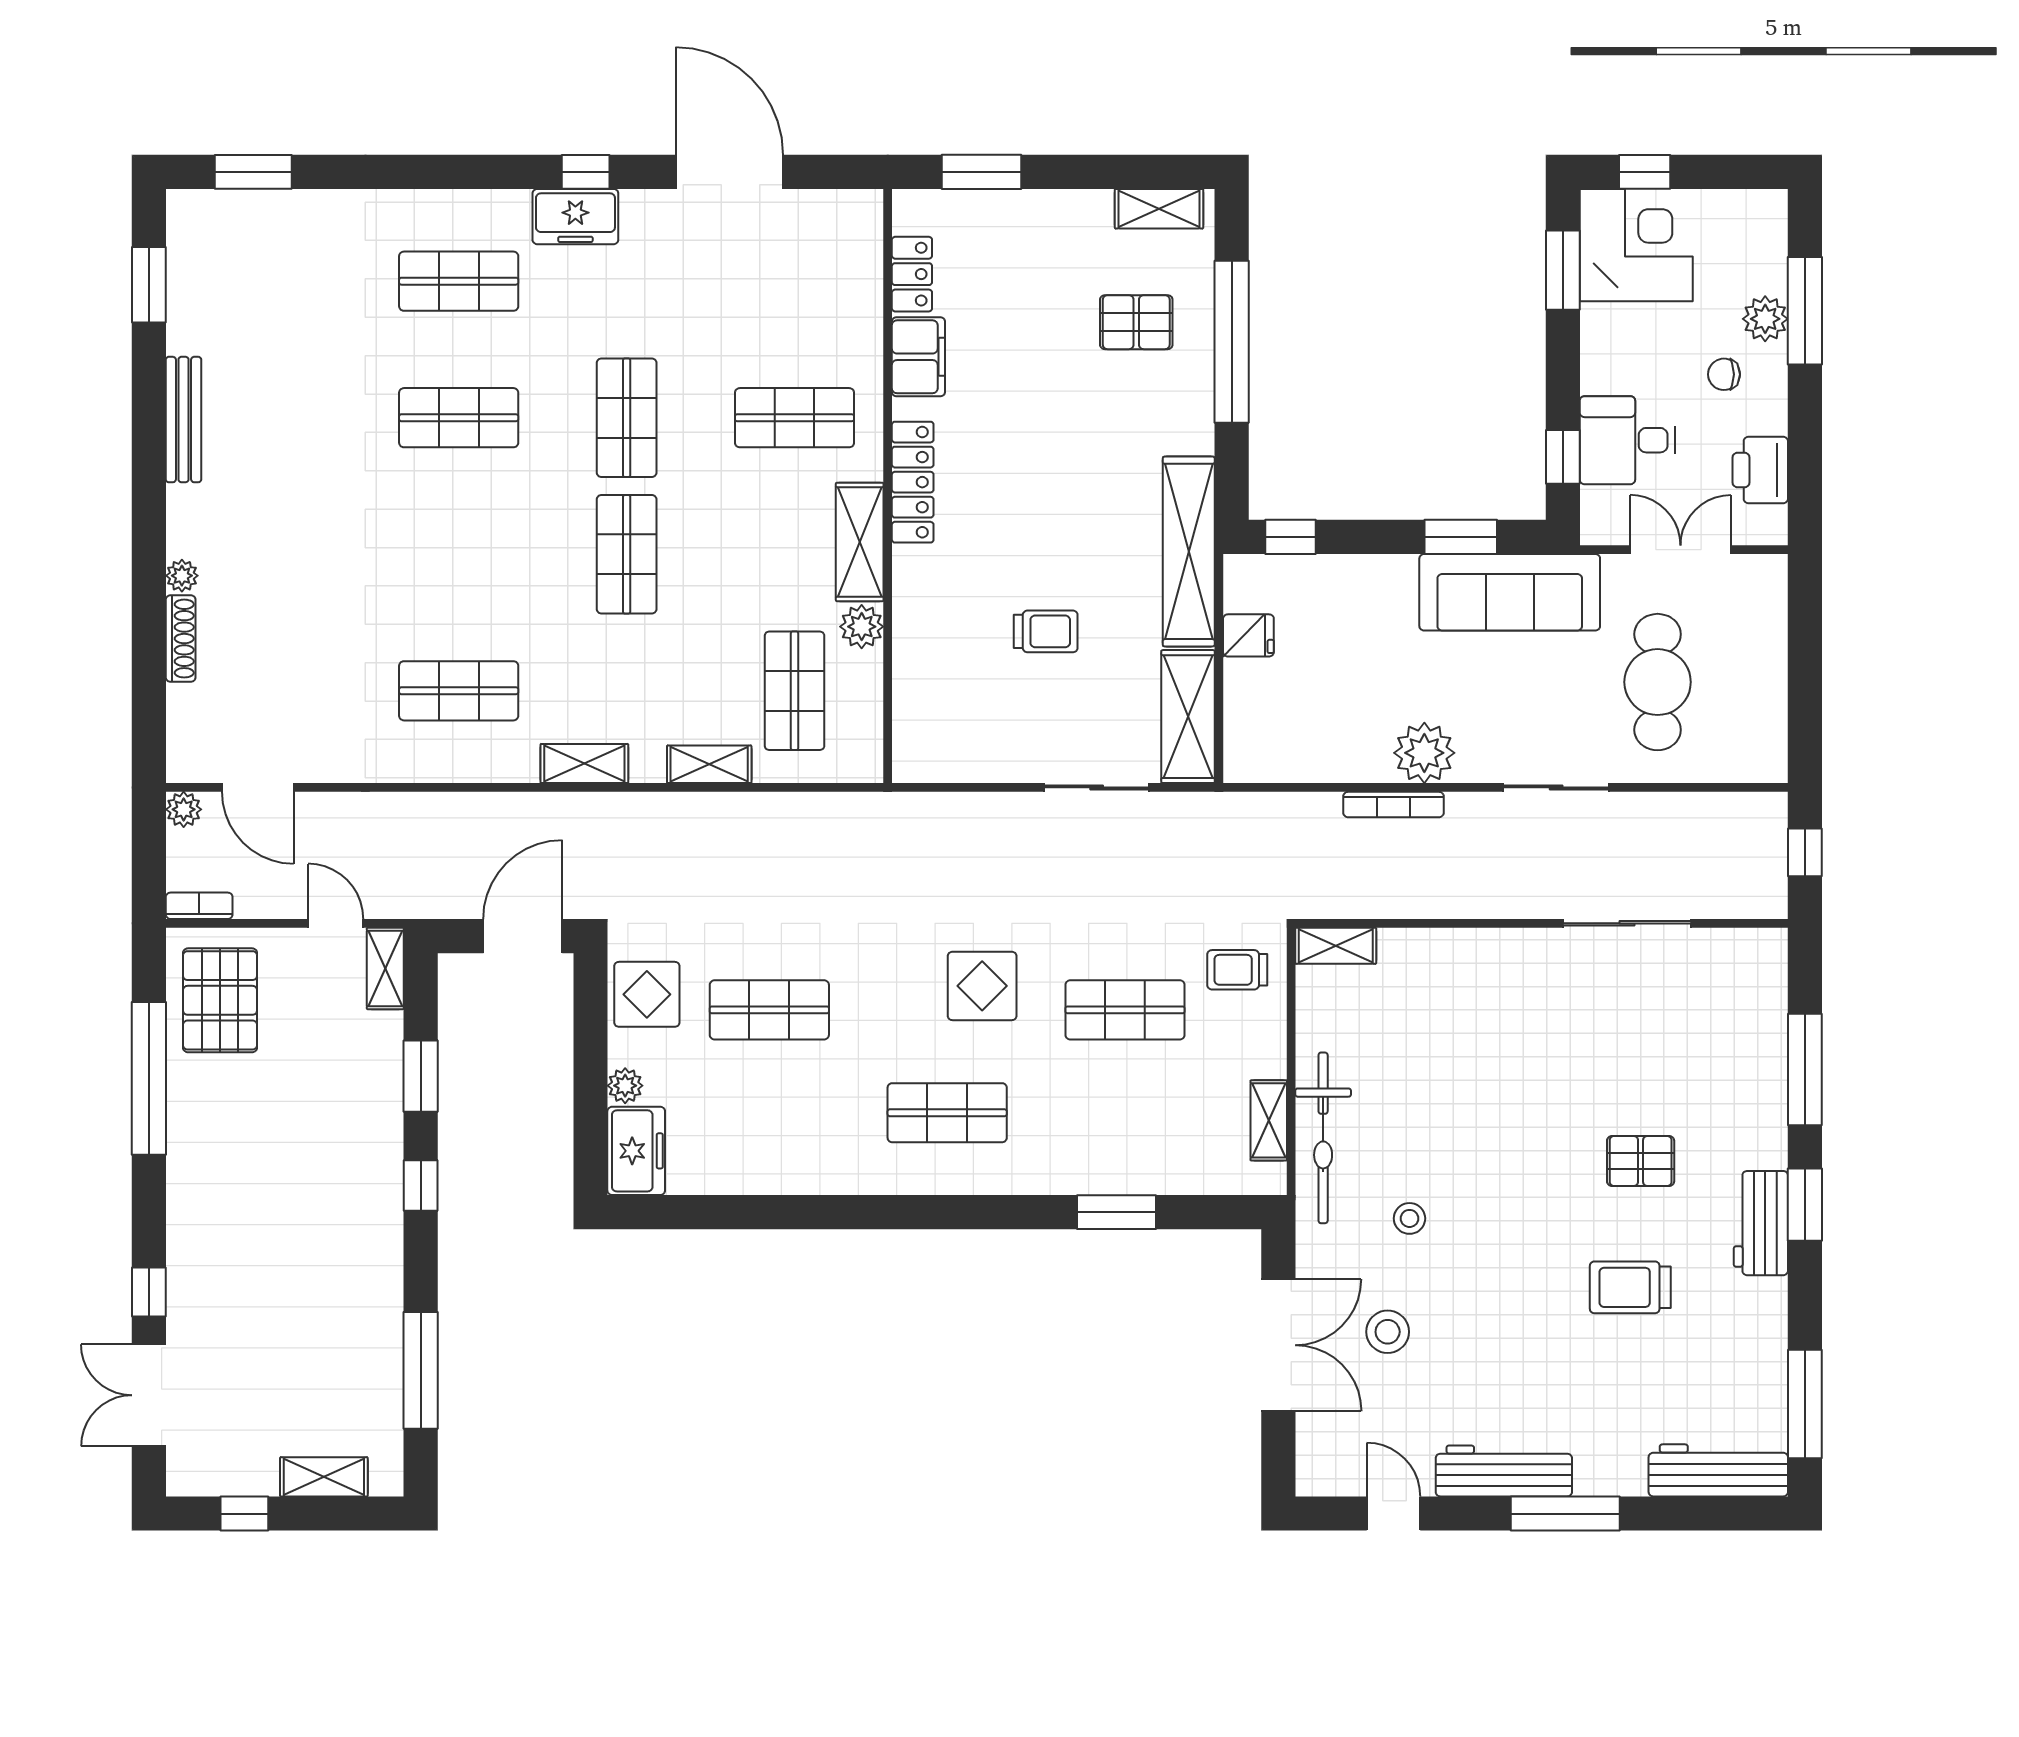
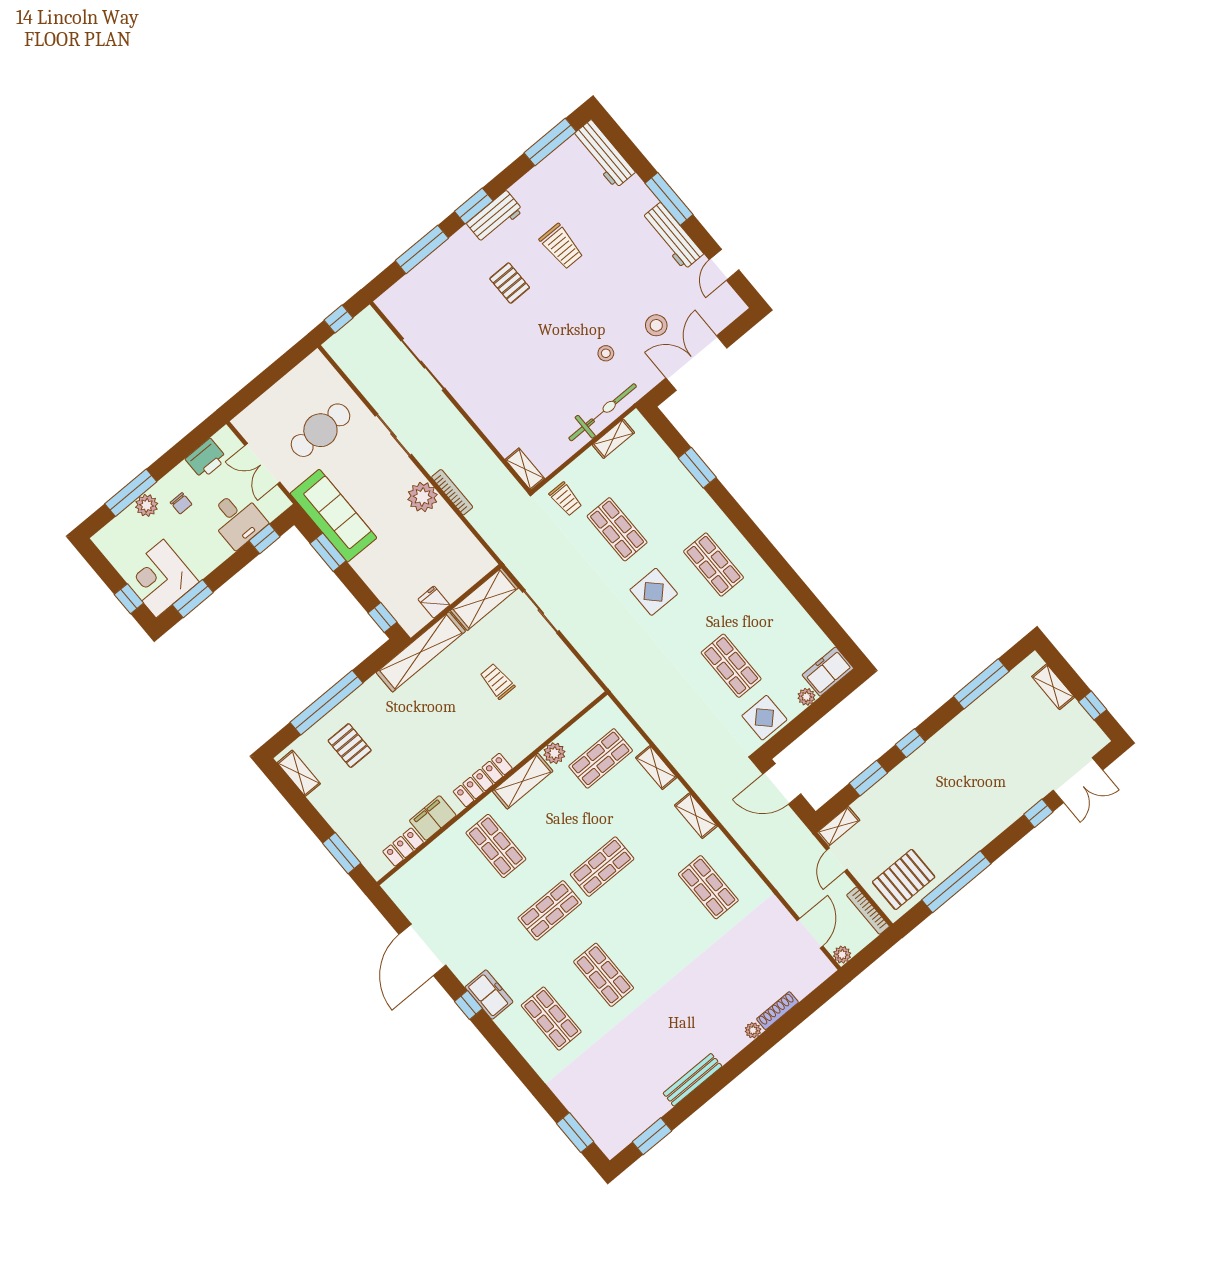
bookcase: (199, 906) -> (868, 911), width x1.56

